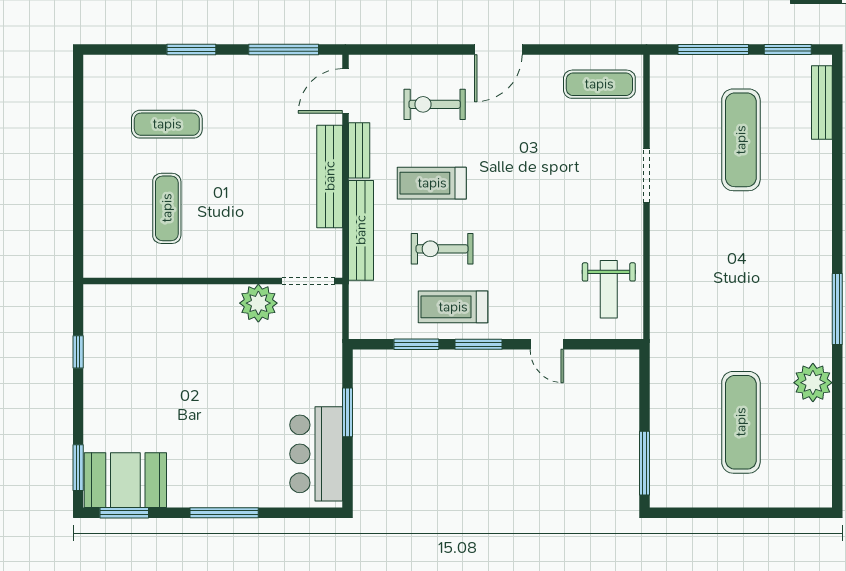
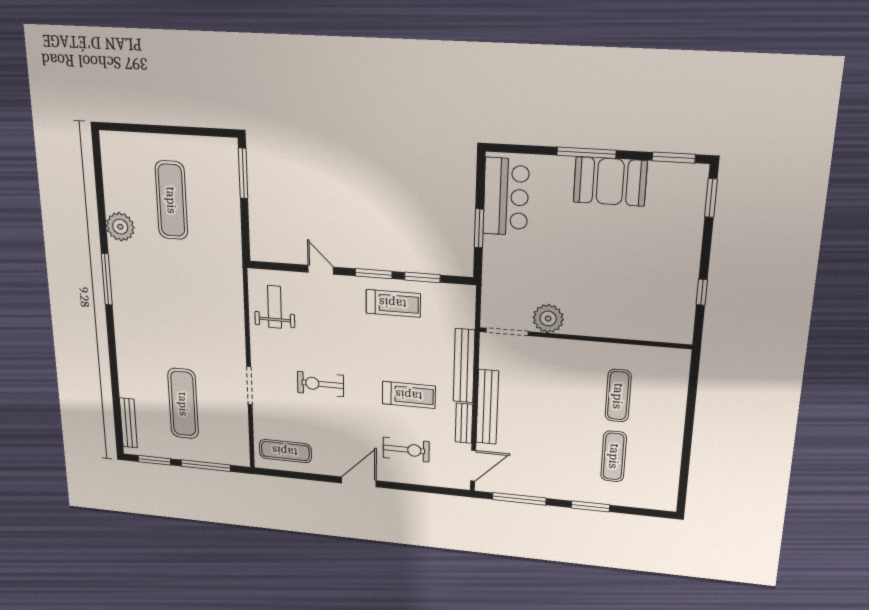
exercise mat: (167, 124) -> (614, 456), turned 90
exercise bike: (442, 249) -> (320, 384), moved, turned 180
booth: (125, 480) -> (610, 182), moved

